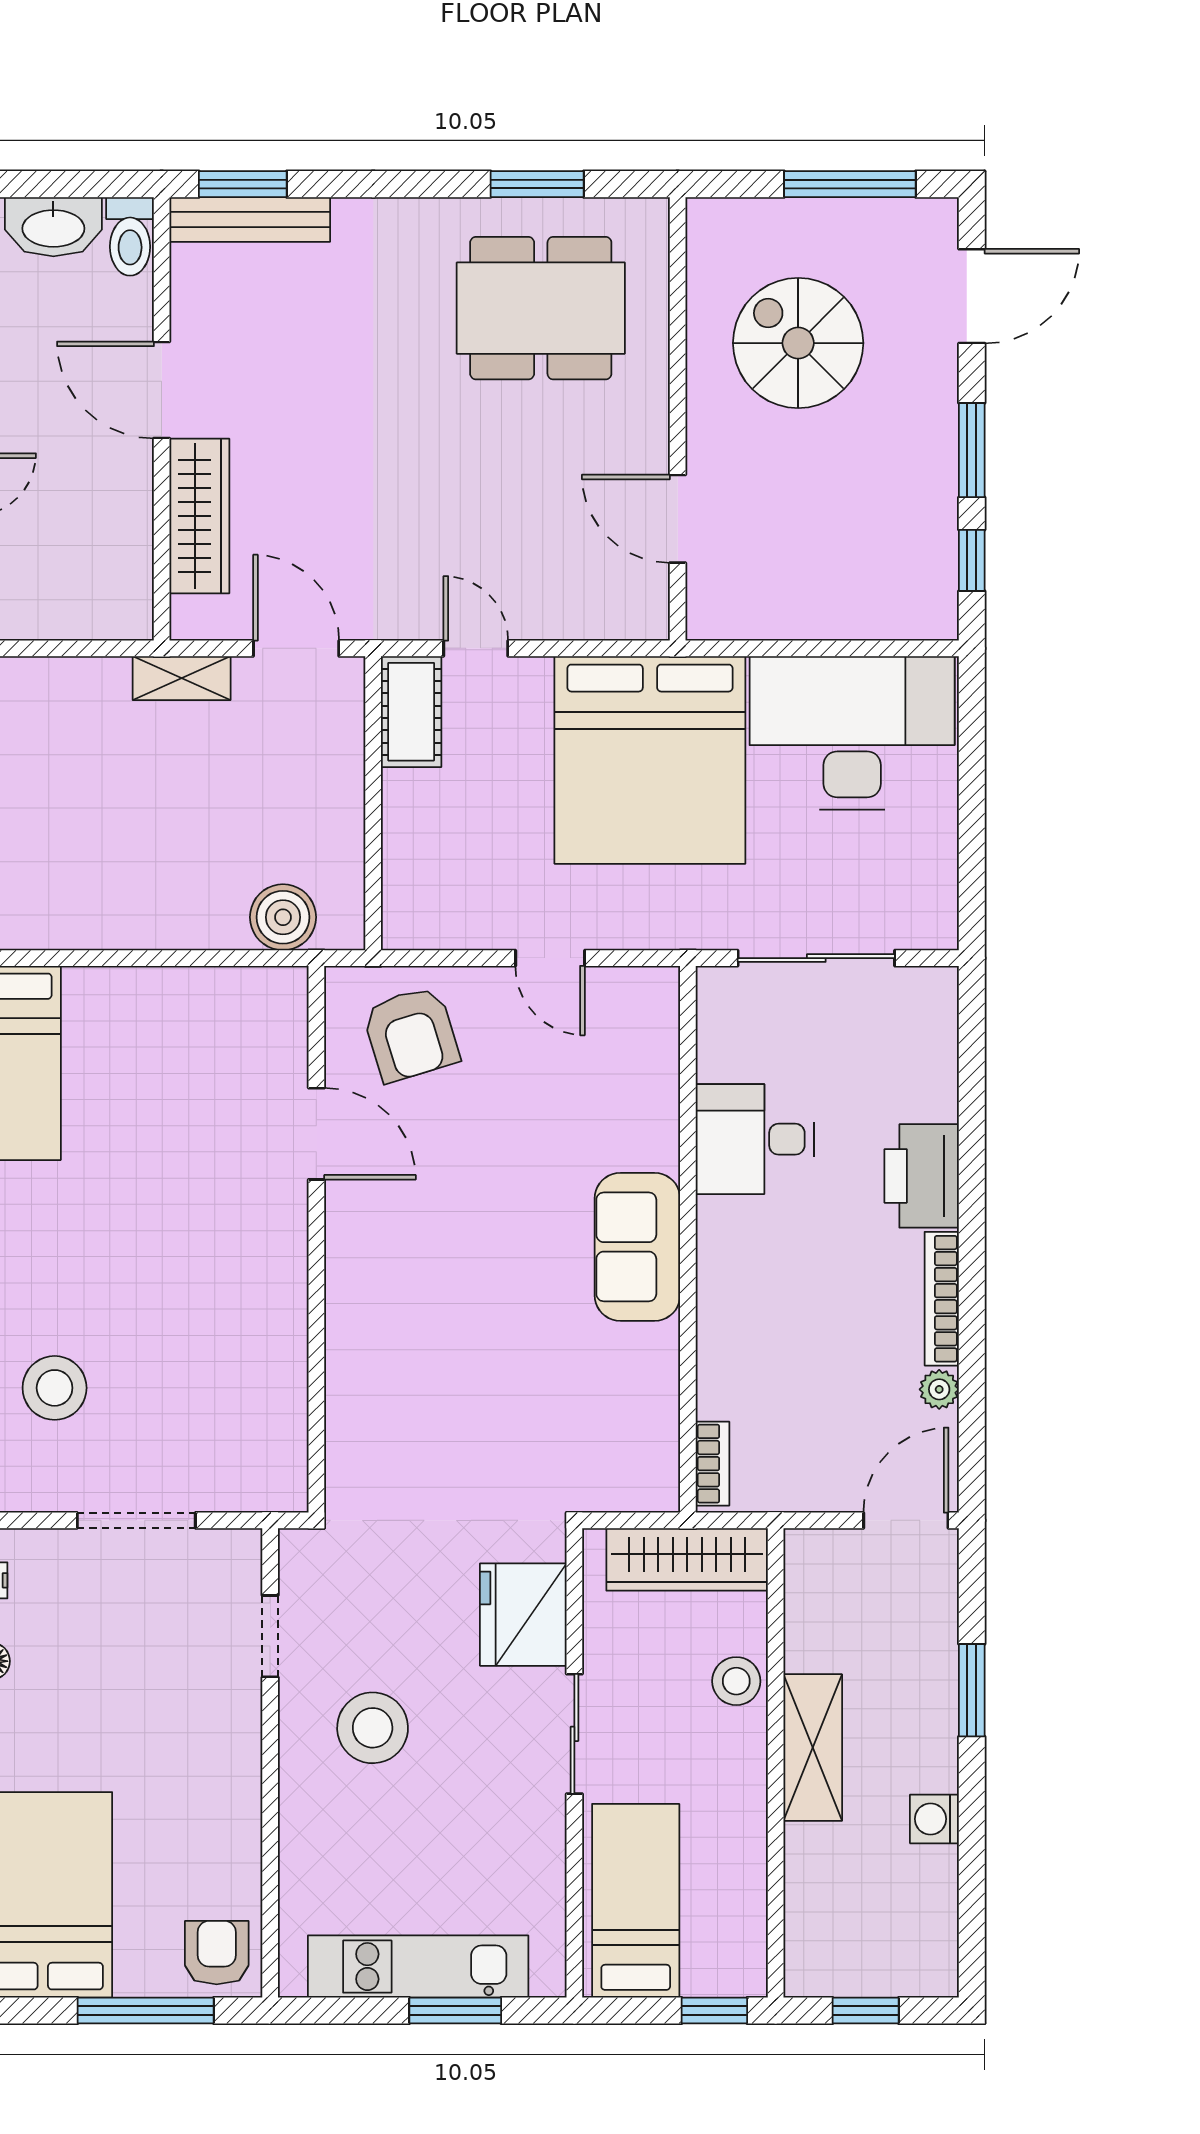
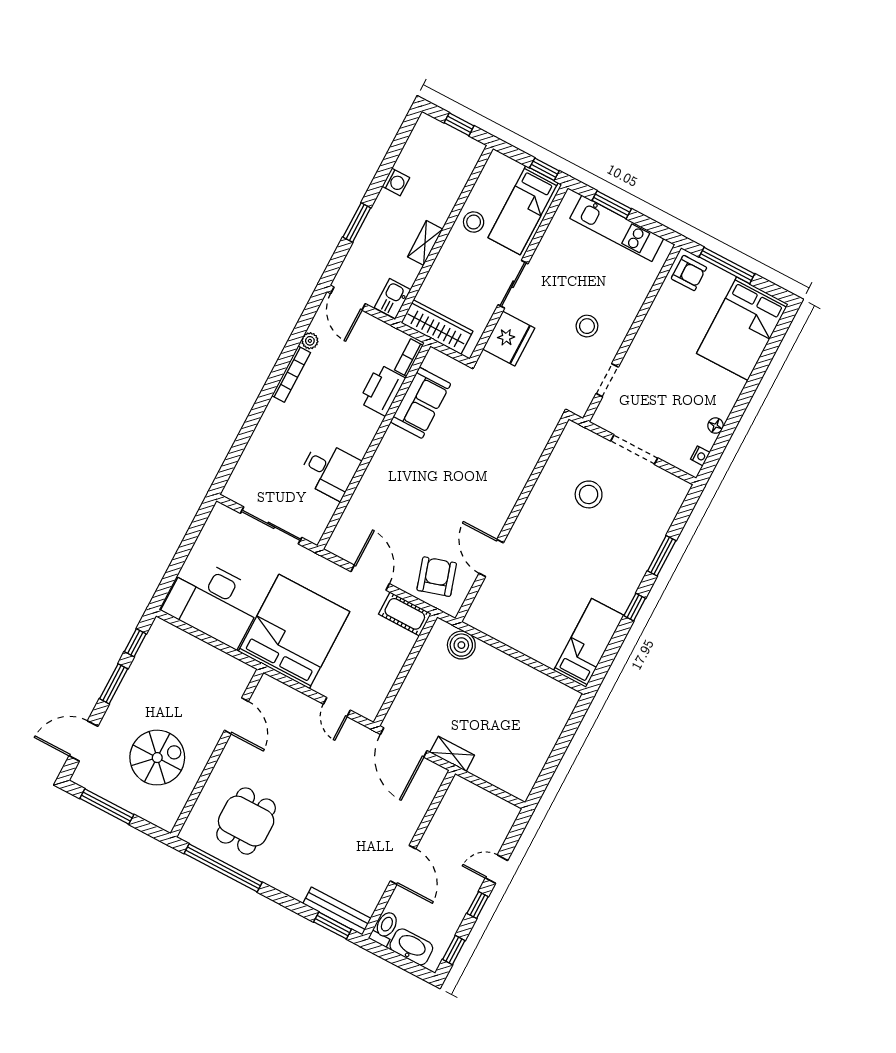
window: (537, 184) -> (223, 868), width x2.11
dining table: (541, 308) -> (246, 821), width x0.73
spiral stairs: (798, 343) -> (157, 758), turned -90
wardrobe: (199, 516) -> (414, 811), removed
door: (296, 648) -> (404, 742), width x1.36
cot: (411, 712) -> (405, 614), moved, turned 90
door: (550, 958) -> (370, 578), width x1.38
printer: (922, 1176) -> (382, 390), moved, turned 180
sofa: (637, 1247) -> (421, 403), moved
stool: (55, 1388) -> (589, 494), moved
door: (906, 1520) -> (348, 299), hinge flipped
kitchen sink: (812, 1570) -> (393, 299), added
stool: (736, 1681) -> (474, 222), moved
stool: (373, 1728) -> (587, 326), width x0.73, depth x0.73
shelving: (813, 1748) -> (425, 243), width x0.67, depth x0.75
armchair: (217, 1953) -> (689, 273), turned -90
window: (714, 2011) -> (544, 169), moved

